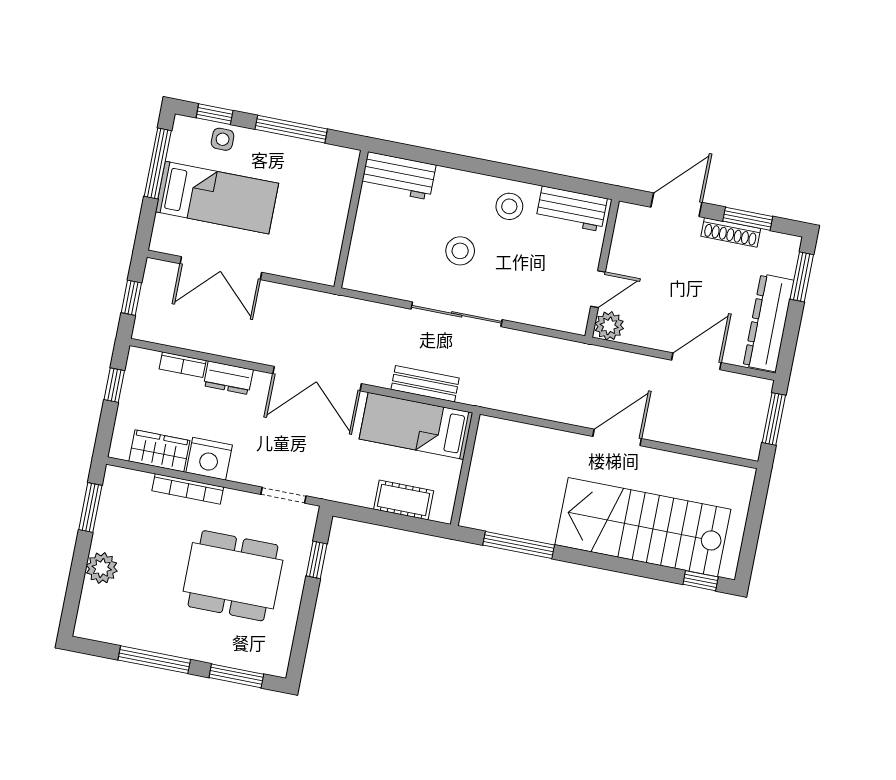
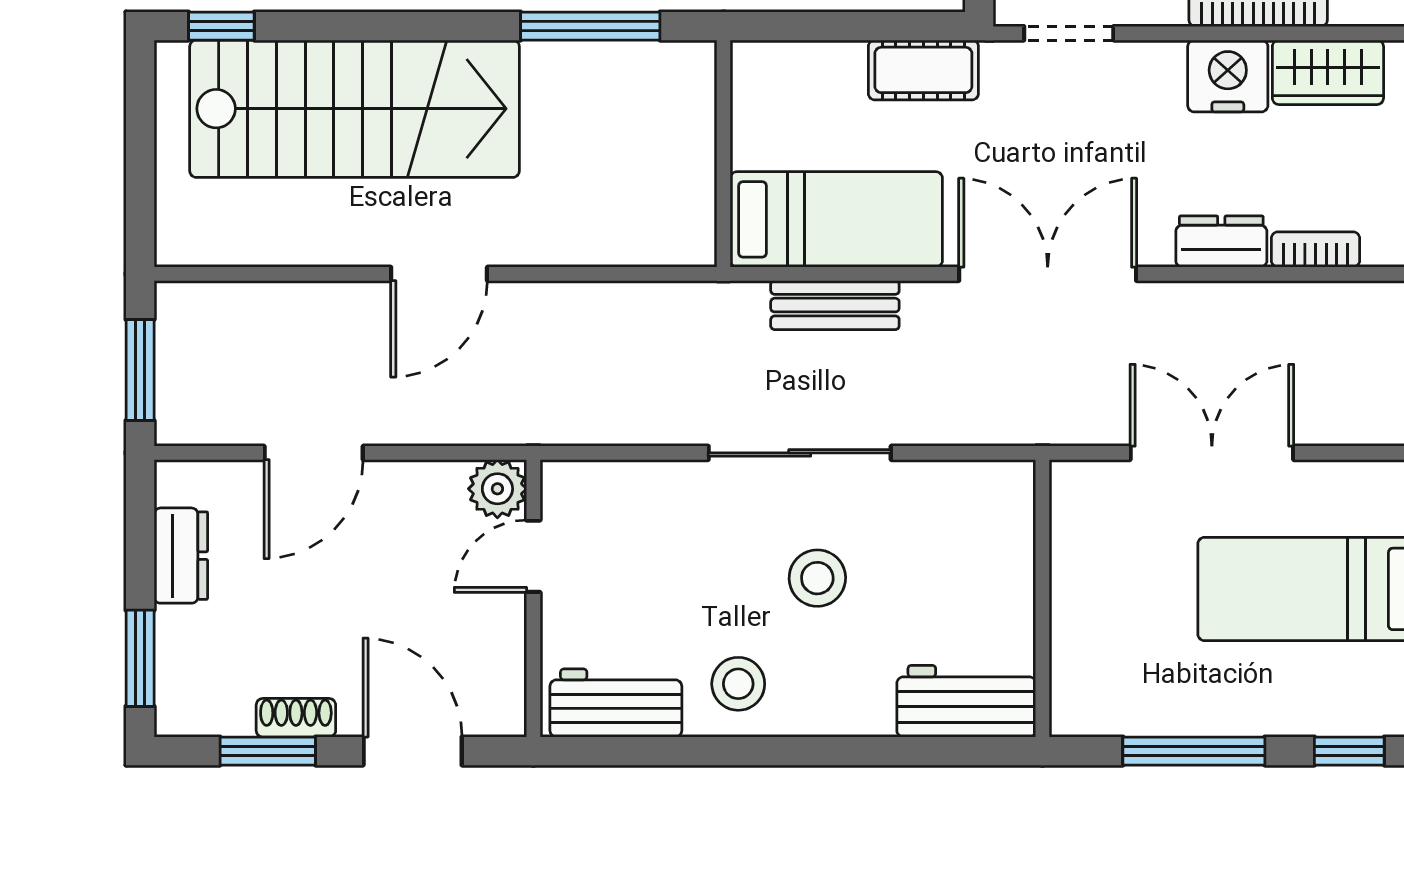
side table: (223, 139) -> (1324, 705), removed
door: (676, 205) -> (413, 751), swing flipped
shoe rack: (731, 232) -> (296, 718), width x0.70
double door: (221, 268) -> (1212, 453), moved
dresser: (769, 323) -> (181, 556), width x0.51, depth x0.80
cot: (404, 500) -> (923, 70), moved

